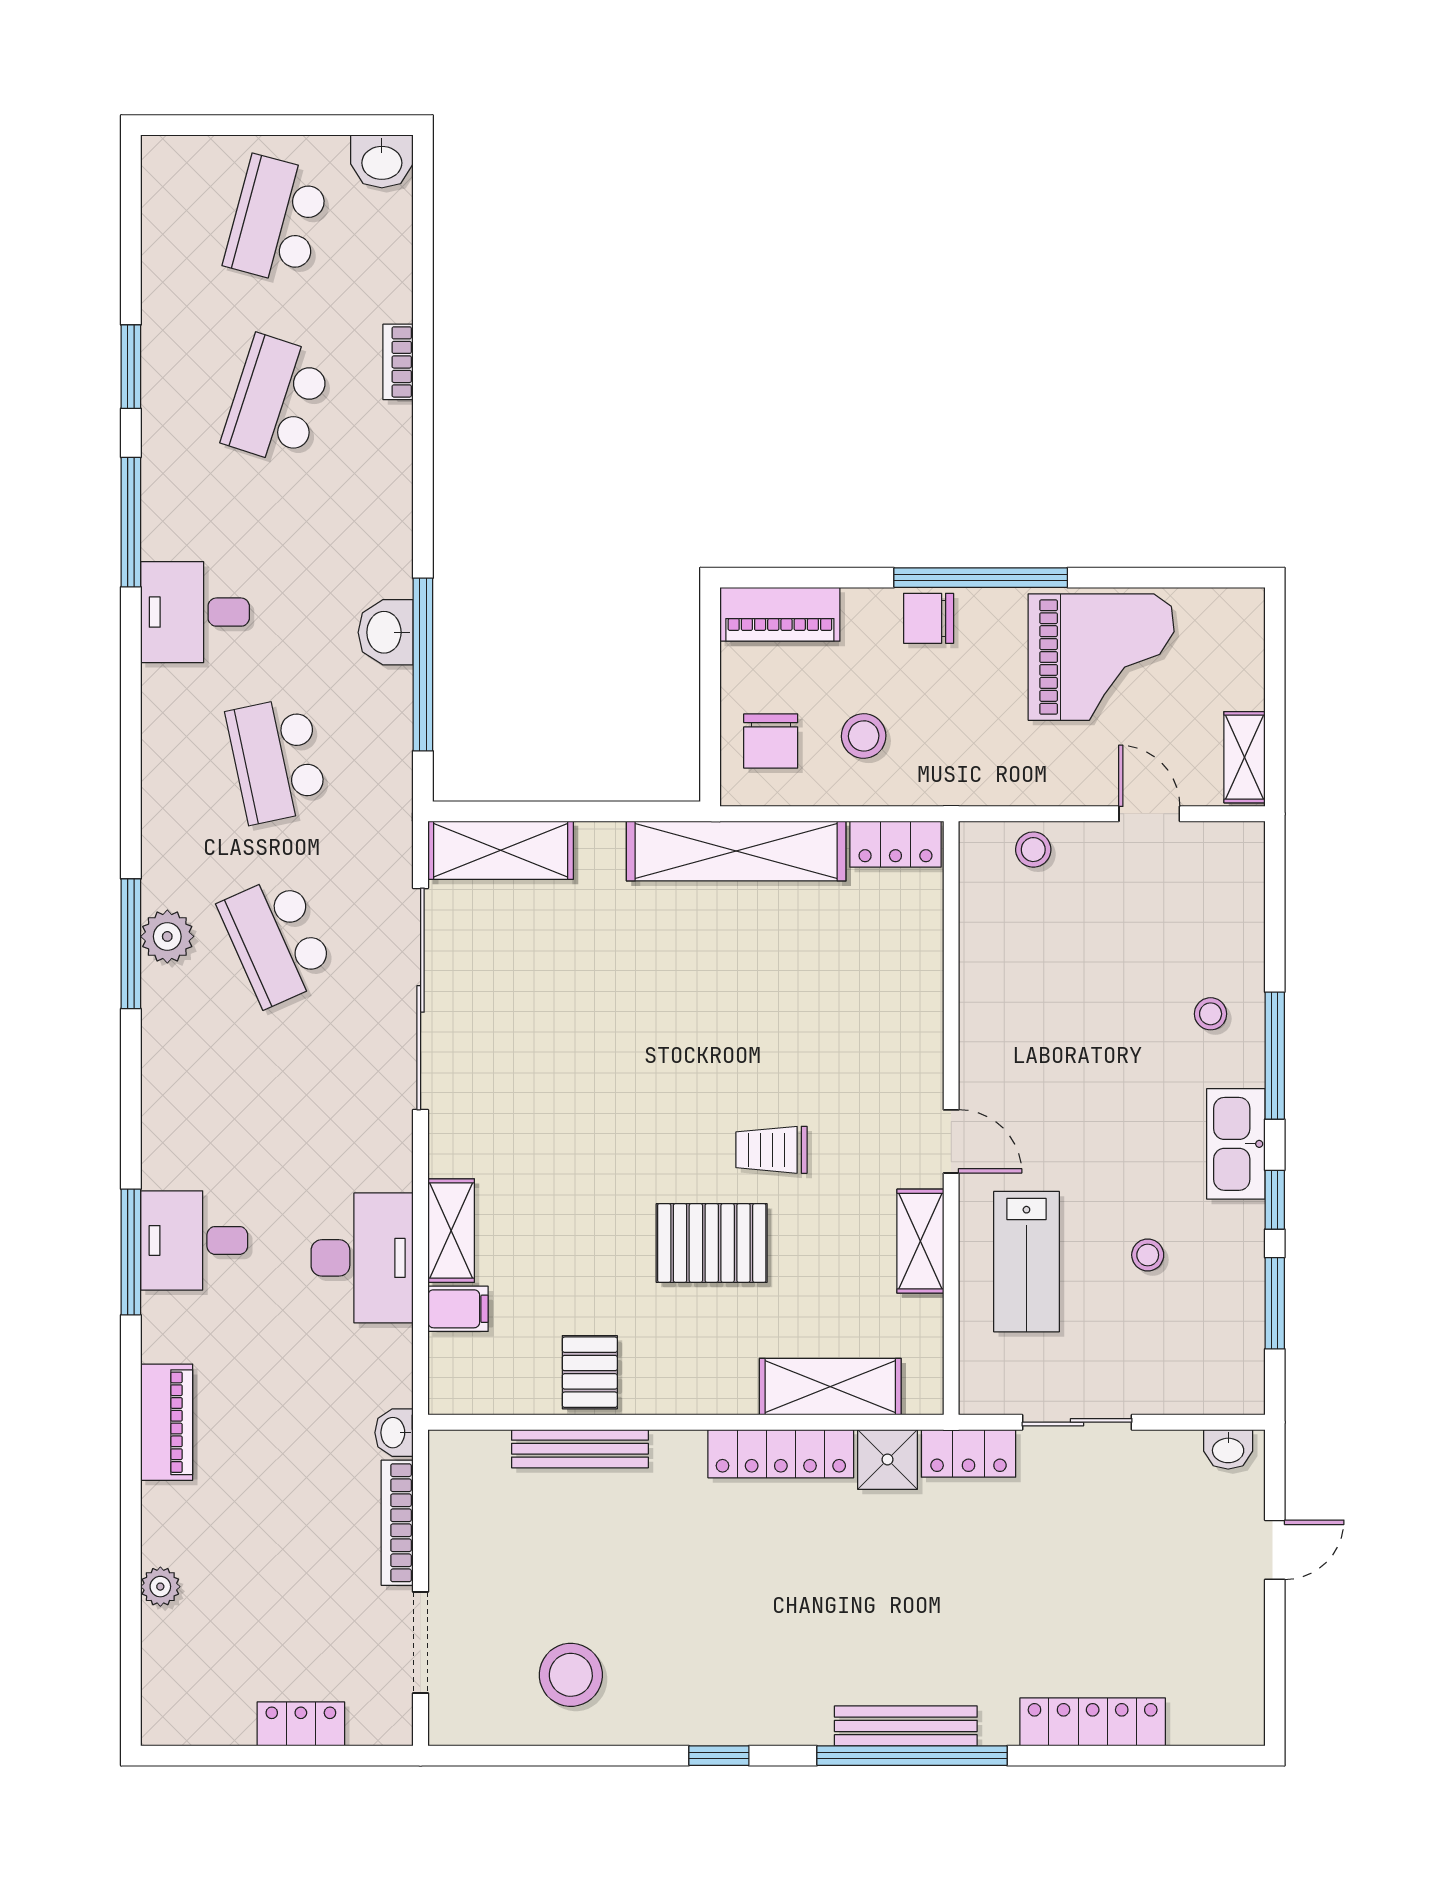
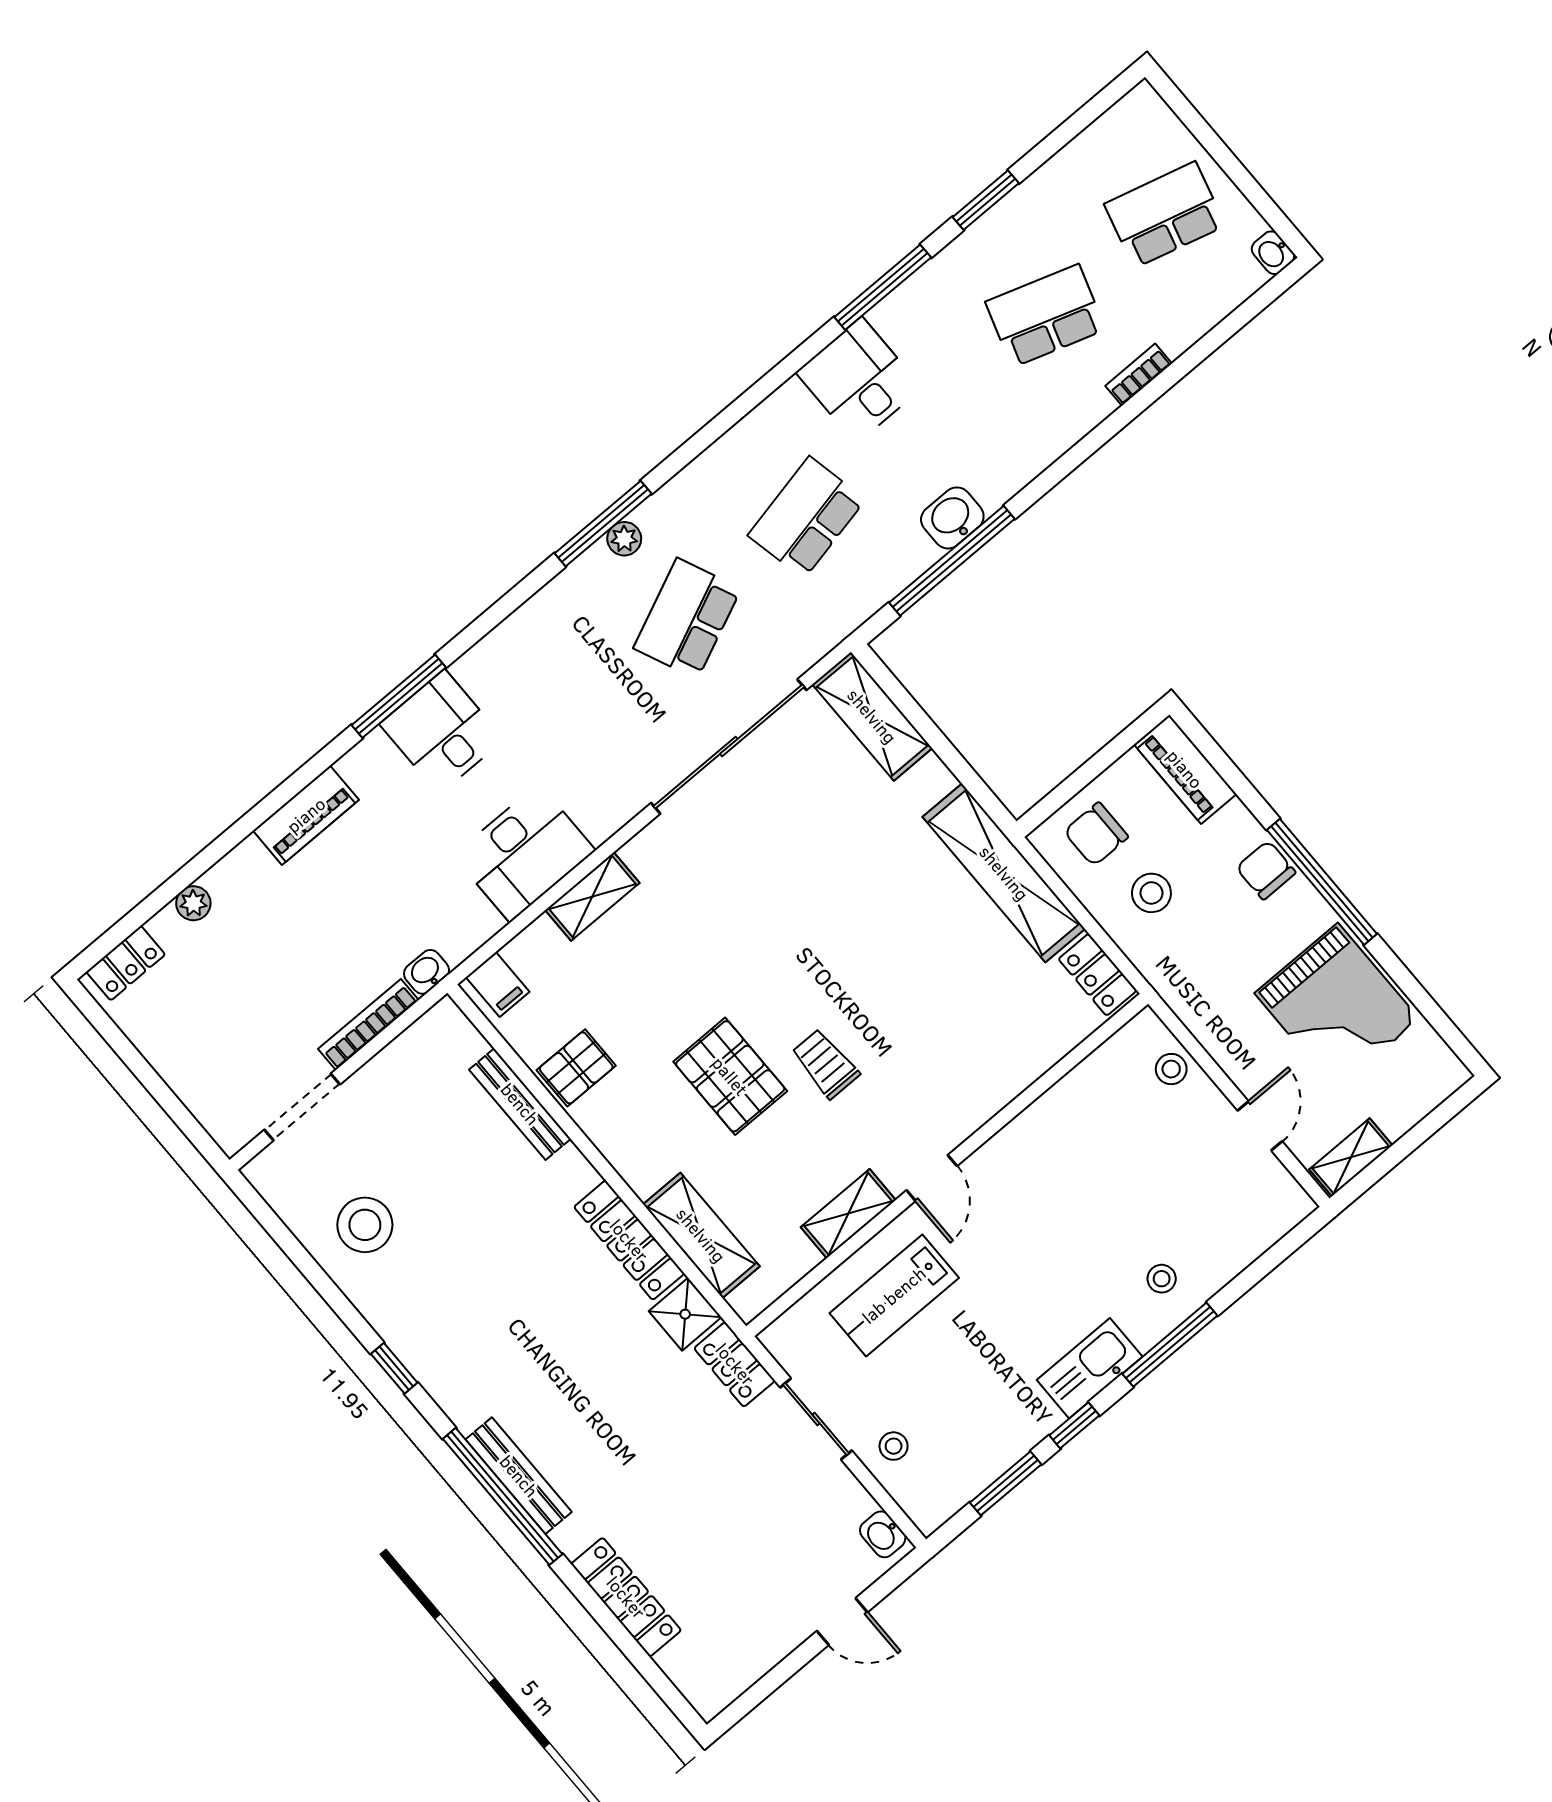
washbasin: (382, 161) -> (1273, 253), width x0.72, depth x0.69
plant: (167, 936) -> (624, 539), width x0.73, depth x0.73
stool: (1148, 1255) -> (894, 1446), moved
filing cabinet: (458, 1309) -> (498, 984), moved
locker: (301, 1724) -> (126, 963), moved, turned 90

